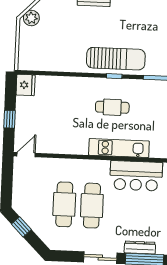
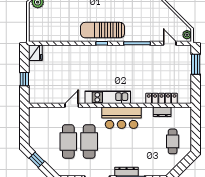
sun lounger: (116, 59) -> (103, 30), turned 180
cafe table: (112, 107) -> (101, 67), removed
door: (26, 155) -> (72, 105), moved

